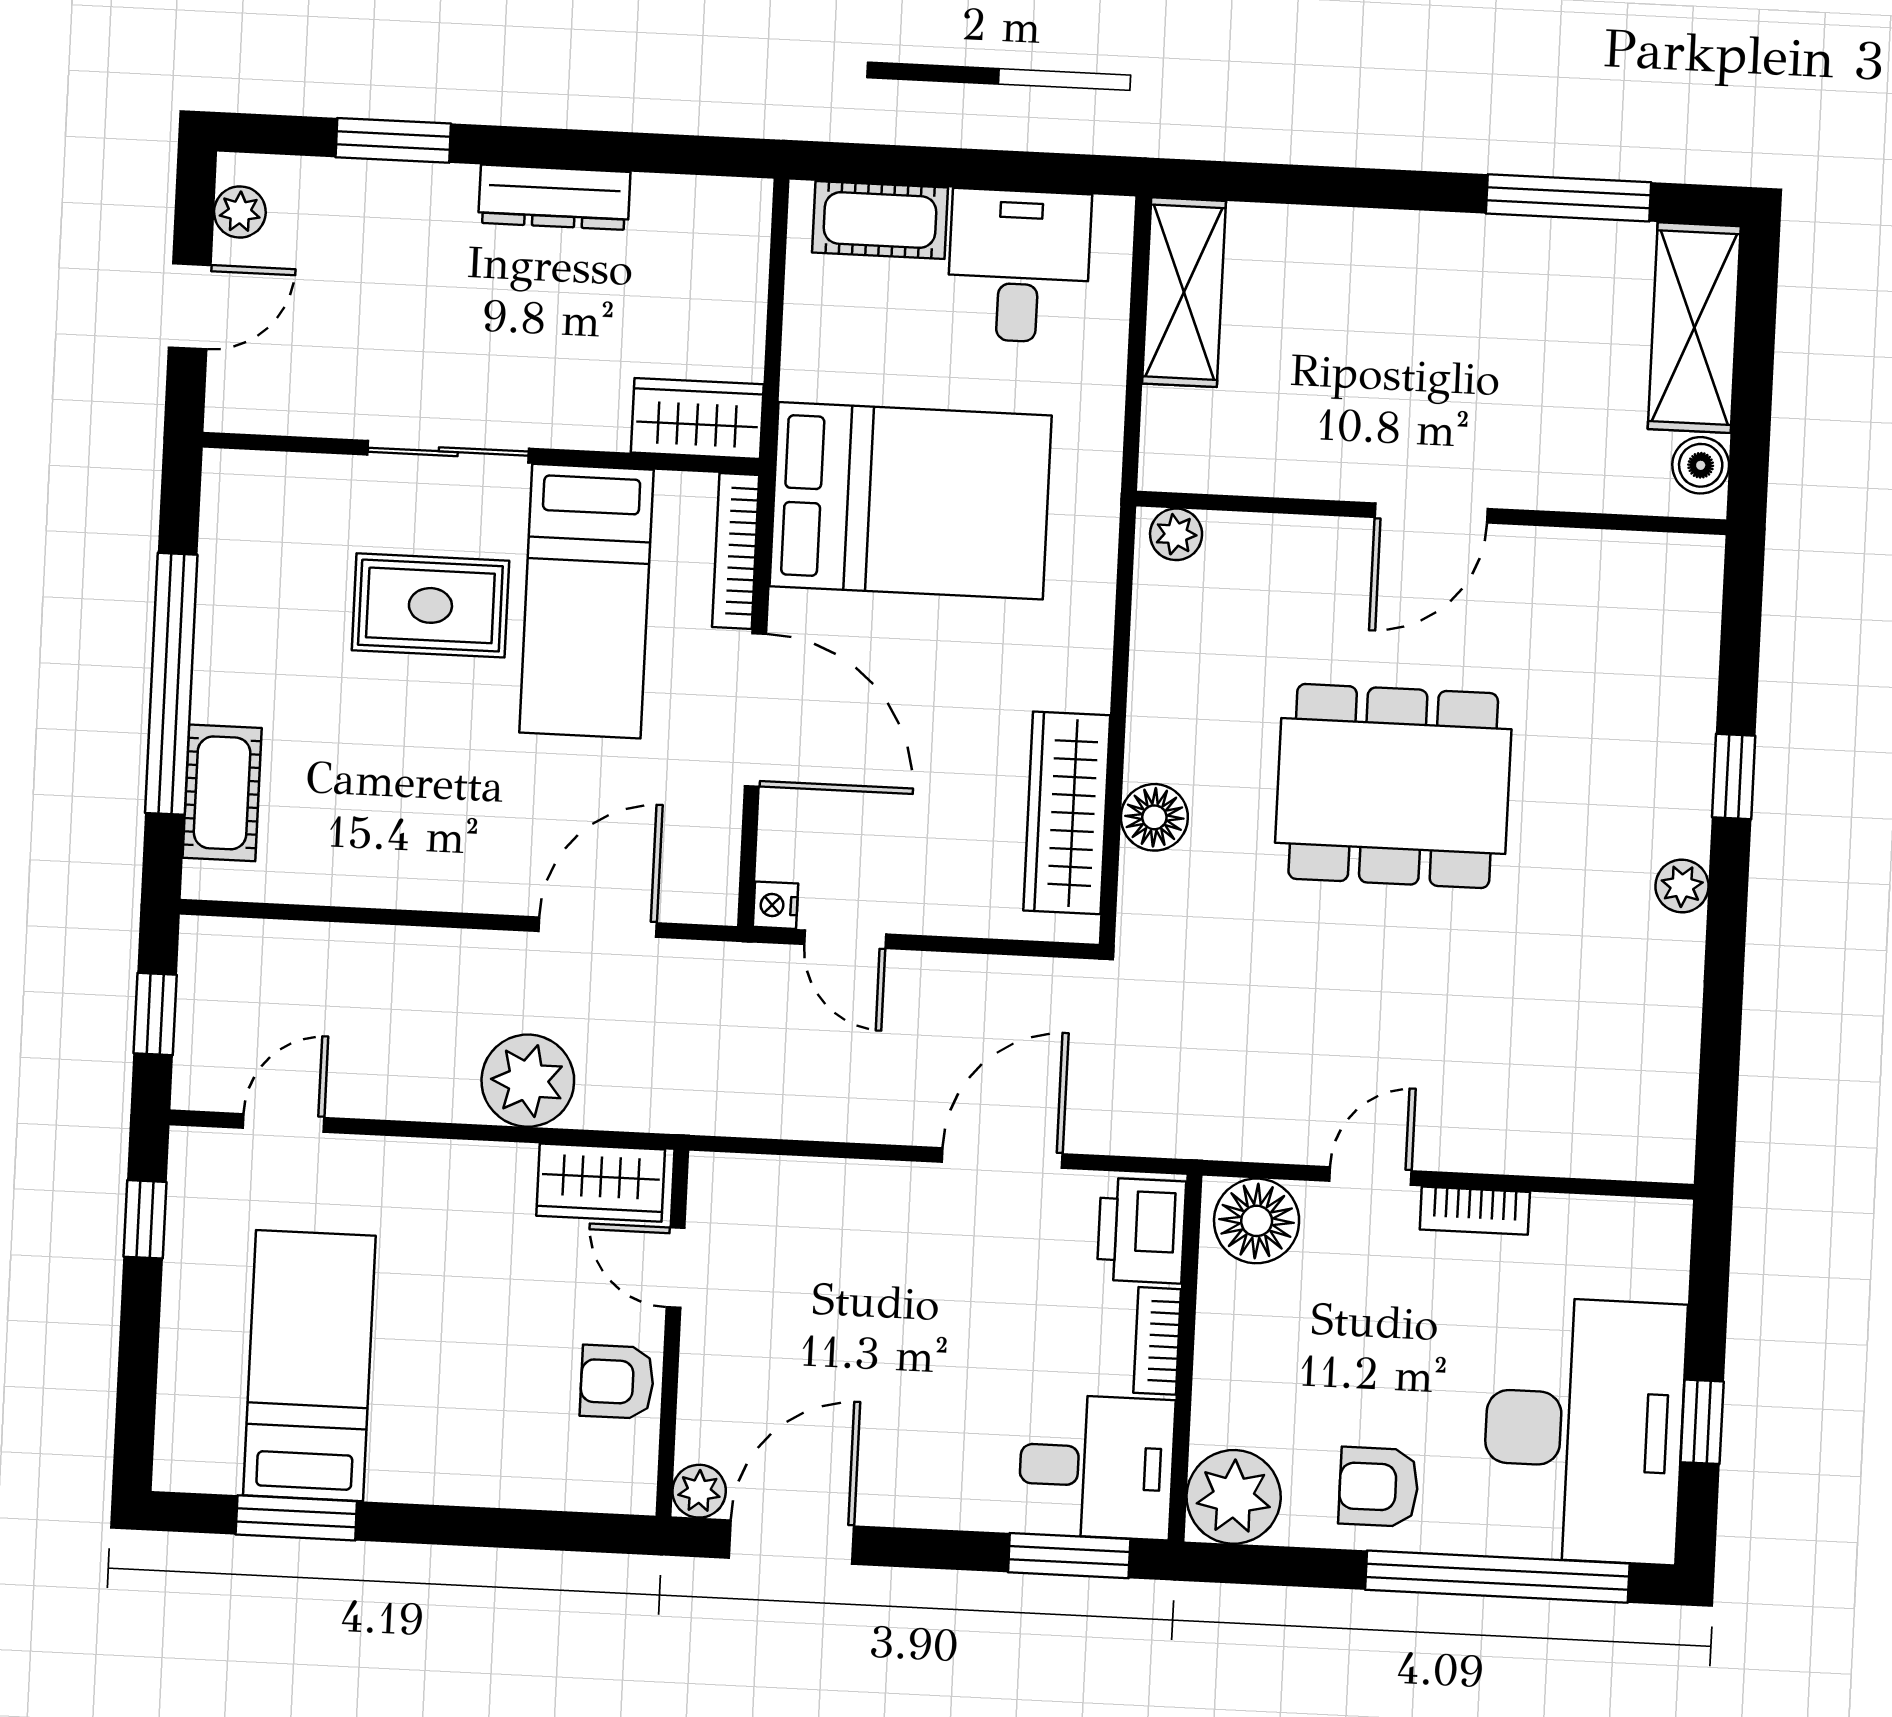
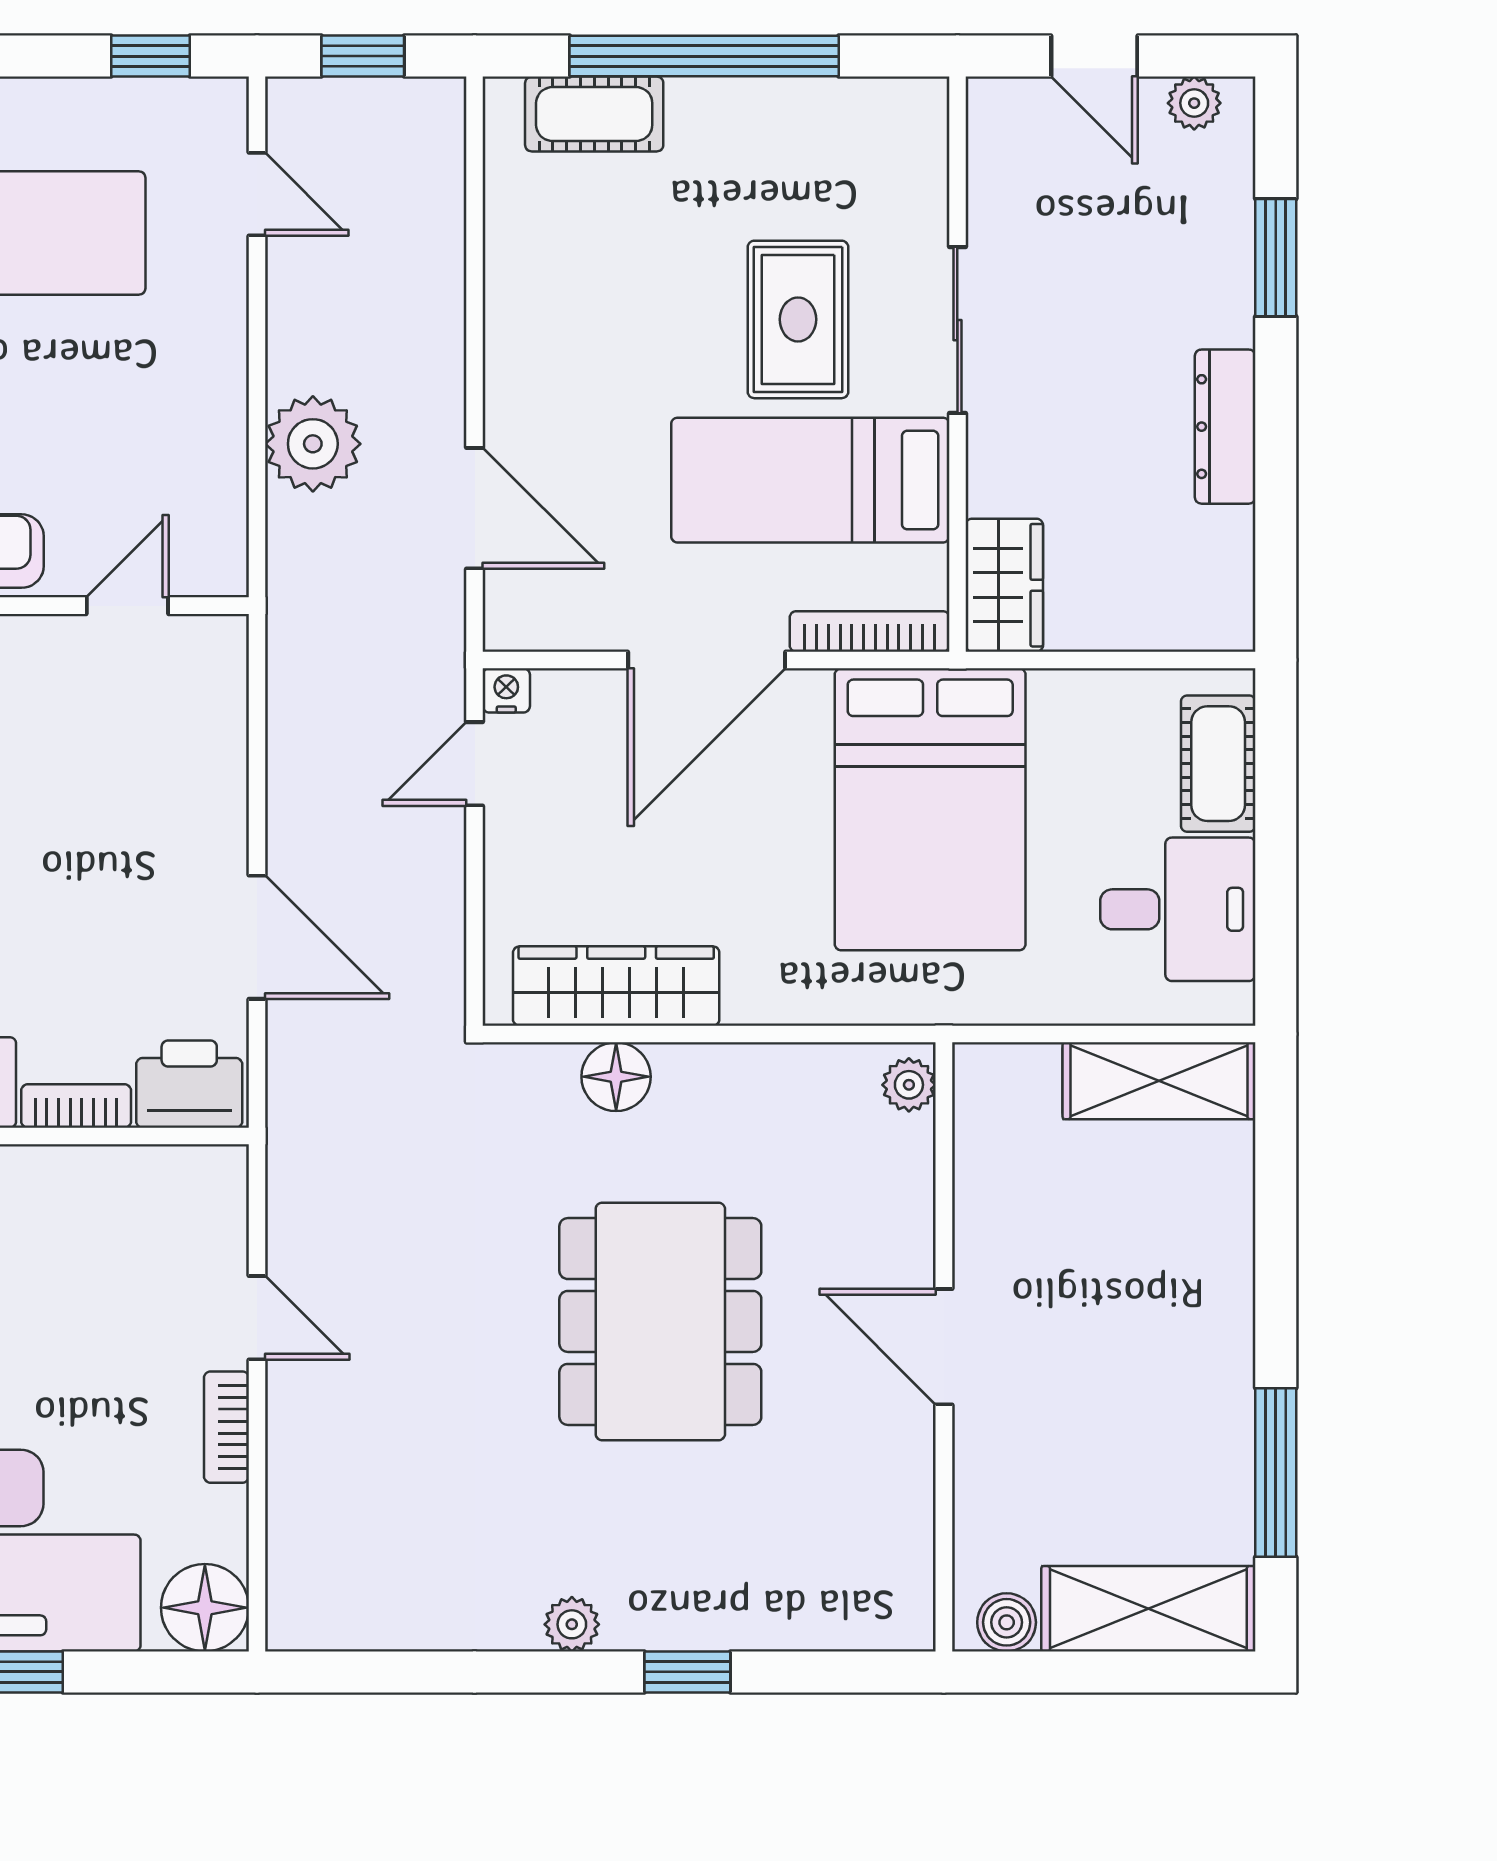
wardrobe: (601, 1183) -> (211, 524), removed
floor lamp: (1257, 1221) -> (205, 1608), moved

